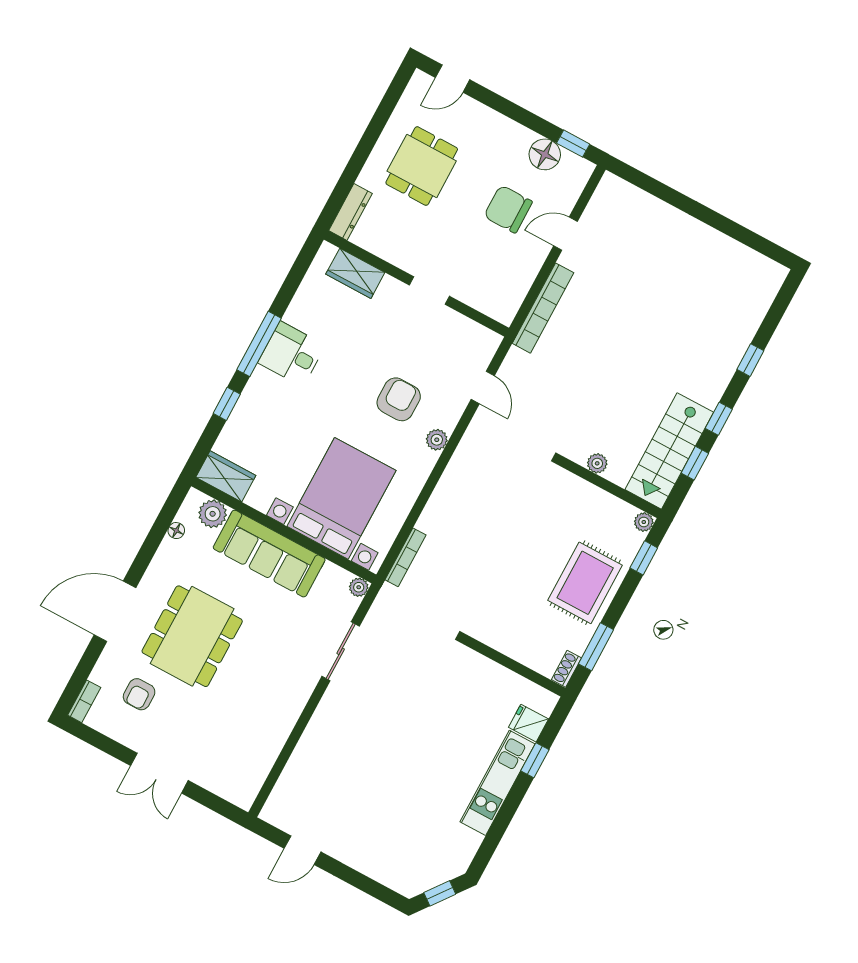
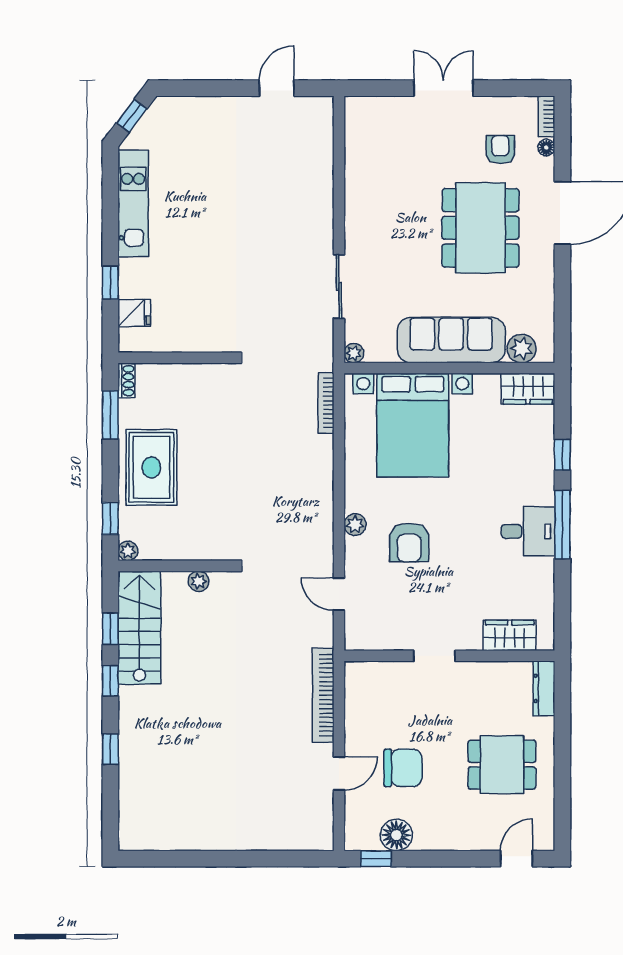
dining table: (422, 166) -> (502, 765), turned 90
floor lamp: (176, 531) -> (546, 148), moved
kitchen unit: (497, 783) -> (133, 204), moved

